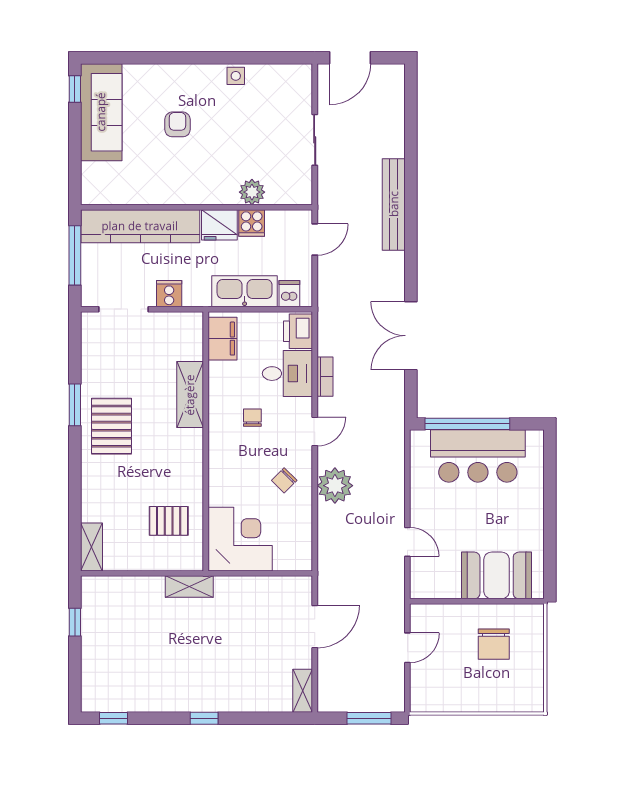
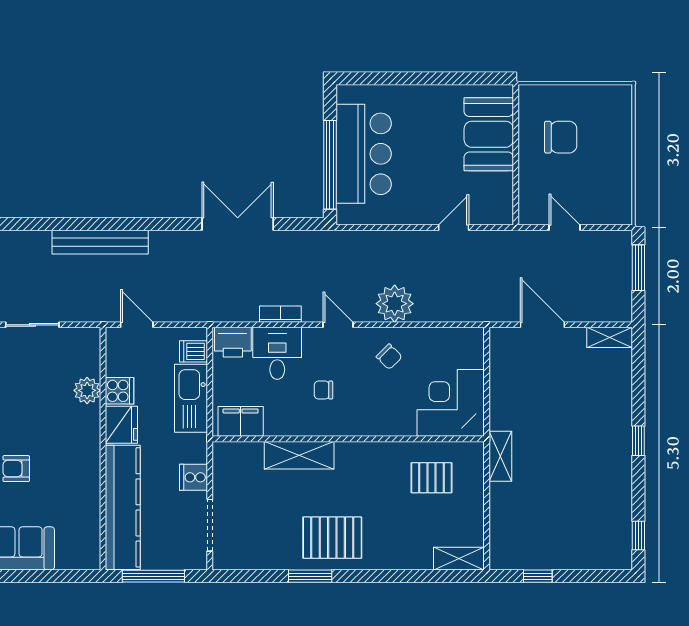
double door: (411, 336) -> (238, 224), swing flipped
pallet: (169, 521) -> (431, 478), turned 90

